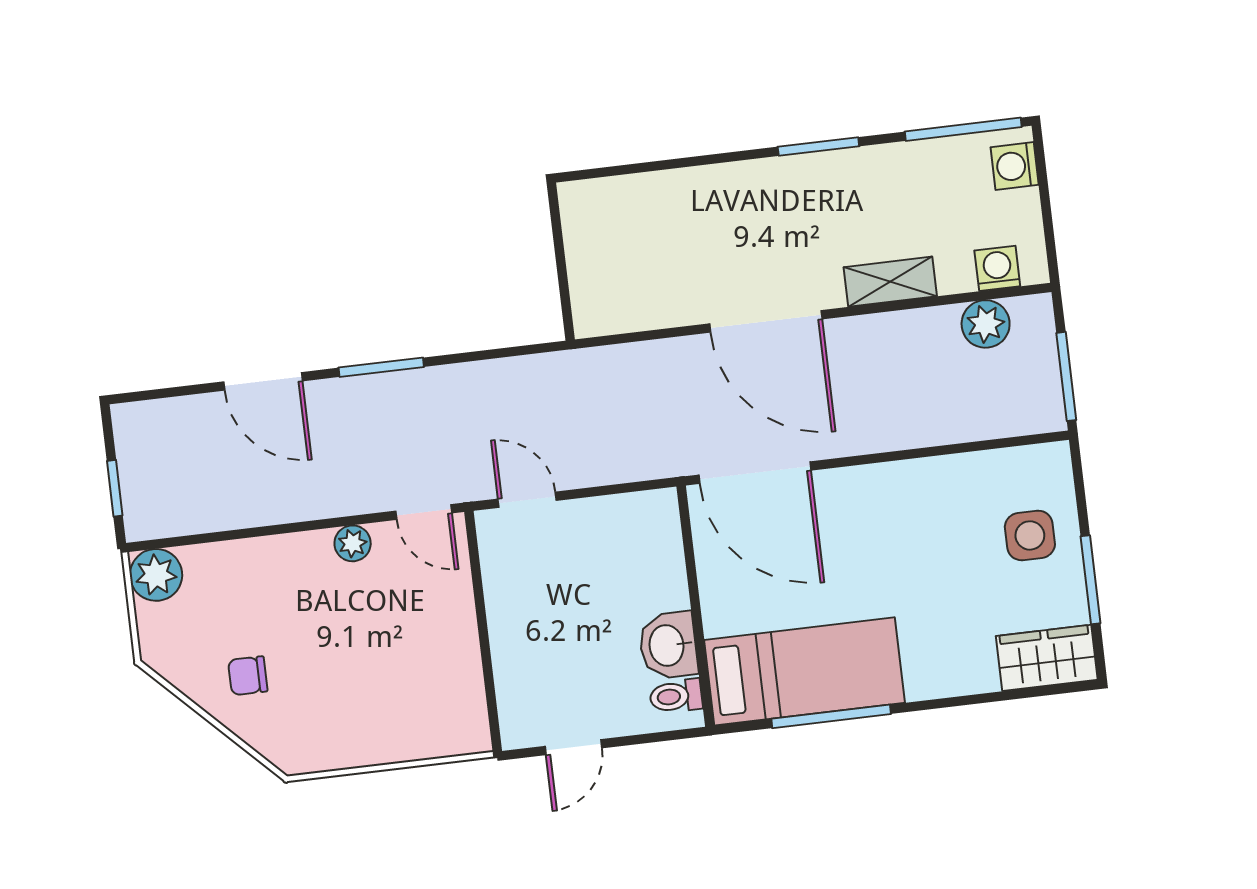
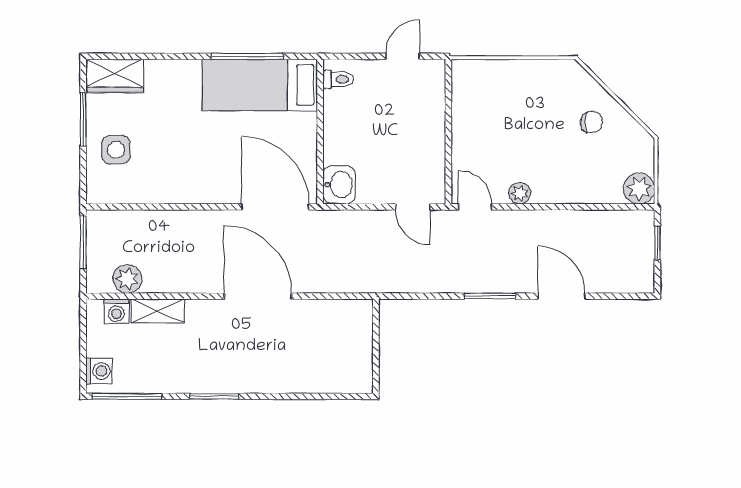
shelving: (890, 282) -> (158, 311), moved
washbasin: (668, 645) -> (339, 185), moved

